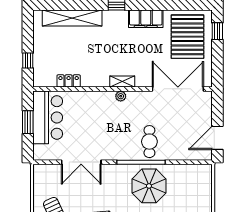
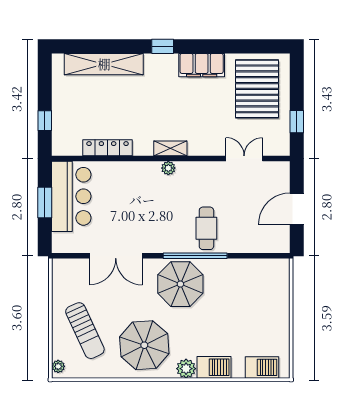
window: (217, 31) -> (297, 122), moved
locker: (69, 81) -> (108, 148), width x1.53
double door: (178, 89) -> (244, 158), width x0.54
door: (217, 138) -> (297, 209), moved
parasol: (149, 186) -> (180, 284), moved

